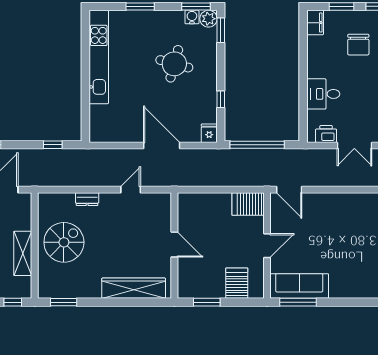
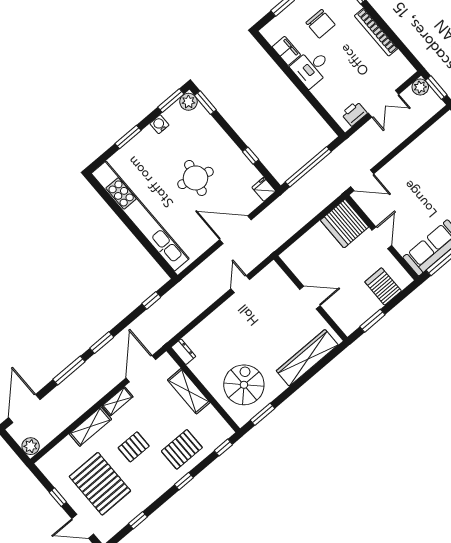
water cooler: (192, 17) -> (159, 124), moved
filing cabinet: (315, 23) -> (286, 51), moved
kitchen unit: (99, 57) -> (140, 216), width x1.36
round table: (174, 64) -> (195, 178), moved
desk: (323, 94) -> (311, 68), moved
dresser: (87, 199) -> (183, 352), moved, turned -90
server rack: (248, 204) -> (345, 224), width x1.60
spiral stairs: (64, 242) -> (244, 385), moved
shelving: (23, 253) -> (189, 391), moved

